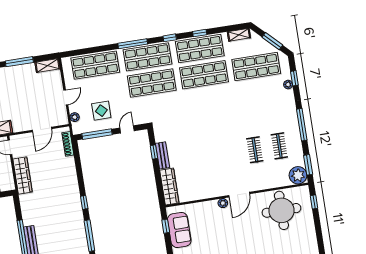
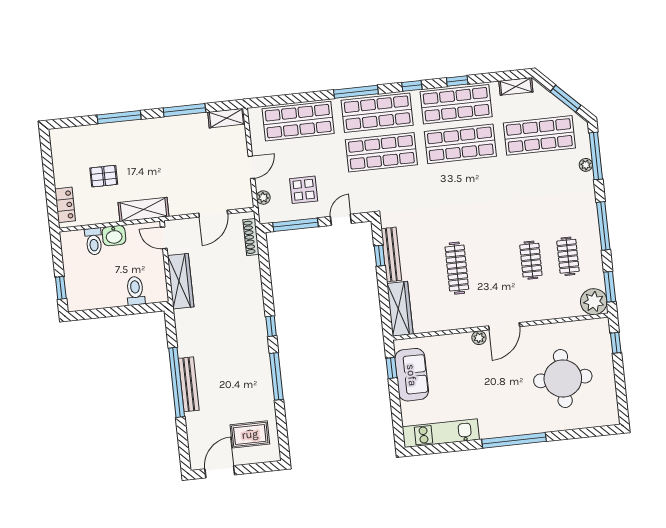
window: (294, 78) -> (596, 156), width x2.17
bench: (162, 155) -> (391, 254), width x1.36
clothes rail: (206, 158) -> (457, 268), added
round table: (281, 210) -> (563, 378), moved

